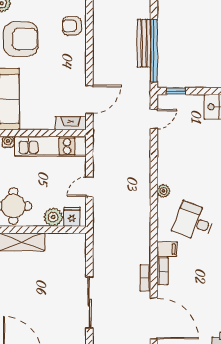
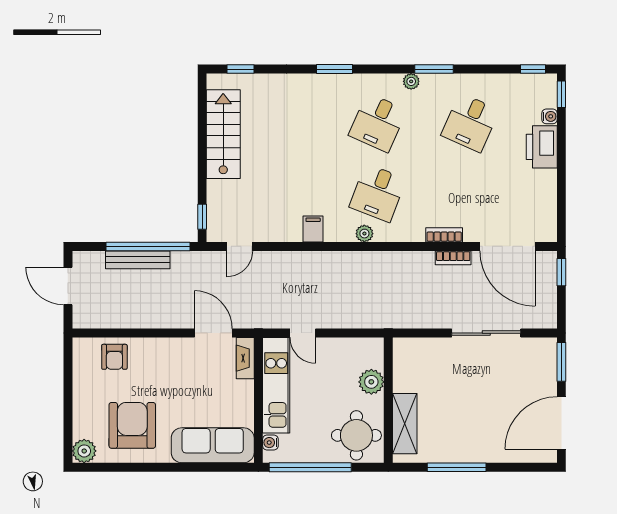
door: (154, 119) -> (240, 246), swing flipped
door: (89, 187) -> (303, 333), moved
plant: (164, 191) -> (364, 234), moved
fridge: (72, 217) -> (371, 357), removed
filing cabinet: (167, 249) -> (313, 229), moved
door: (154, 318) -> (507, 246), swing flipped

